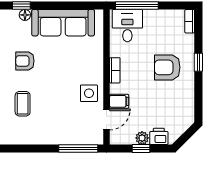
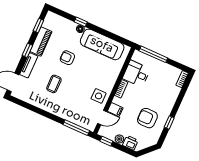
desk: (127, 26) -> (136, 74), moved, turned -90
window: (198, 62) -> (169, 122), moved
armchair: (167, 67) -> (147, 118), moved
window: (141, 148) -> (106, 141), moved

